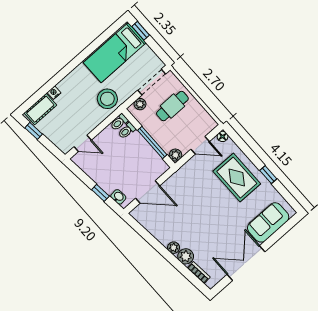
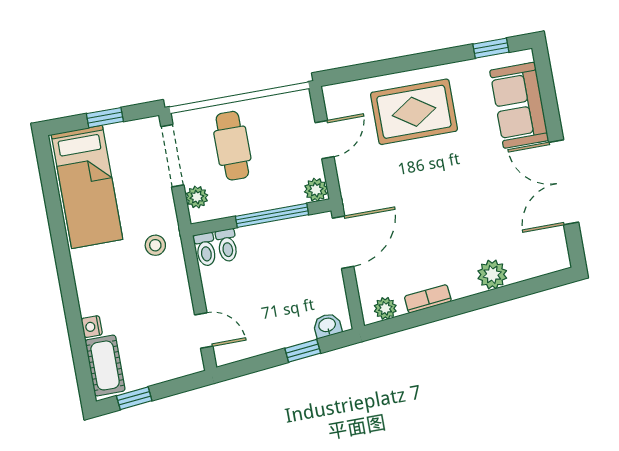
window: (141, 31) -> (105, 118), moved
stool: (107, 99) -> (155, 245), width x0.53, depth x0.53
floor lamp: (223, 136) -> (332, 94), removed
door: (83, 143) -> (204, 330), hinge flipped
window: (268, 175) -> (491, 48), moved
door: (148, 192) -> (343, 242), moved
plant: (174, 248) -> (385, 308), moved
bookcase: (199, 273) -> (428, 299), moved

